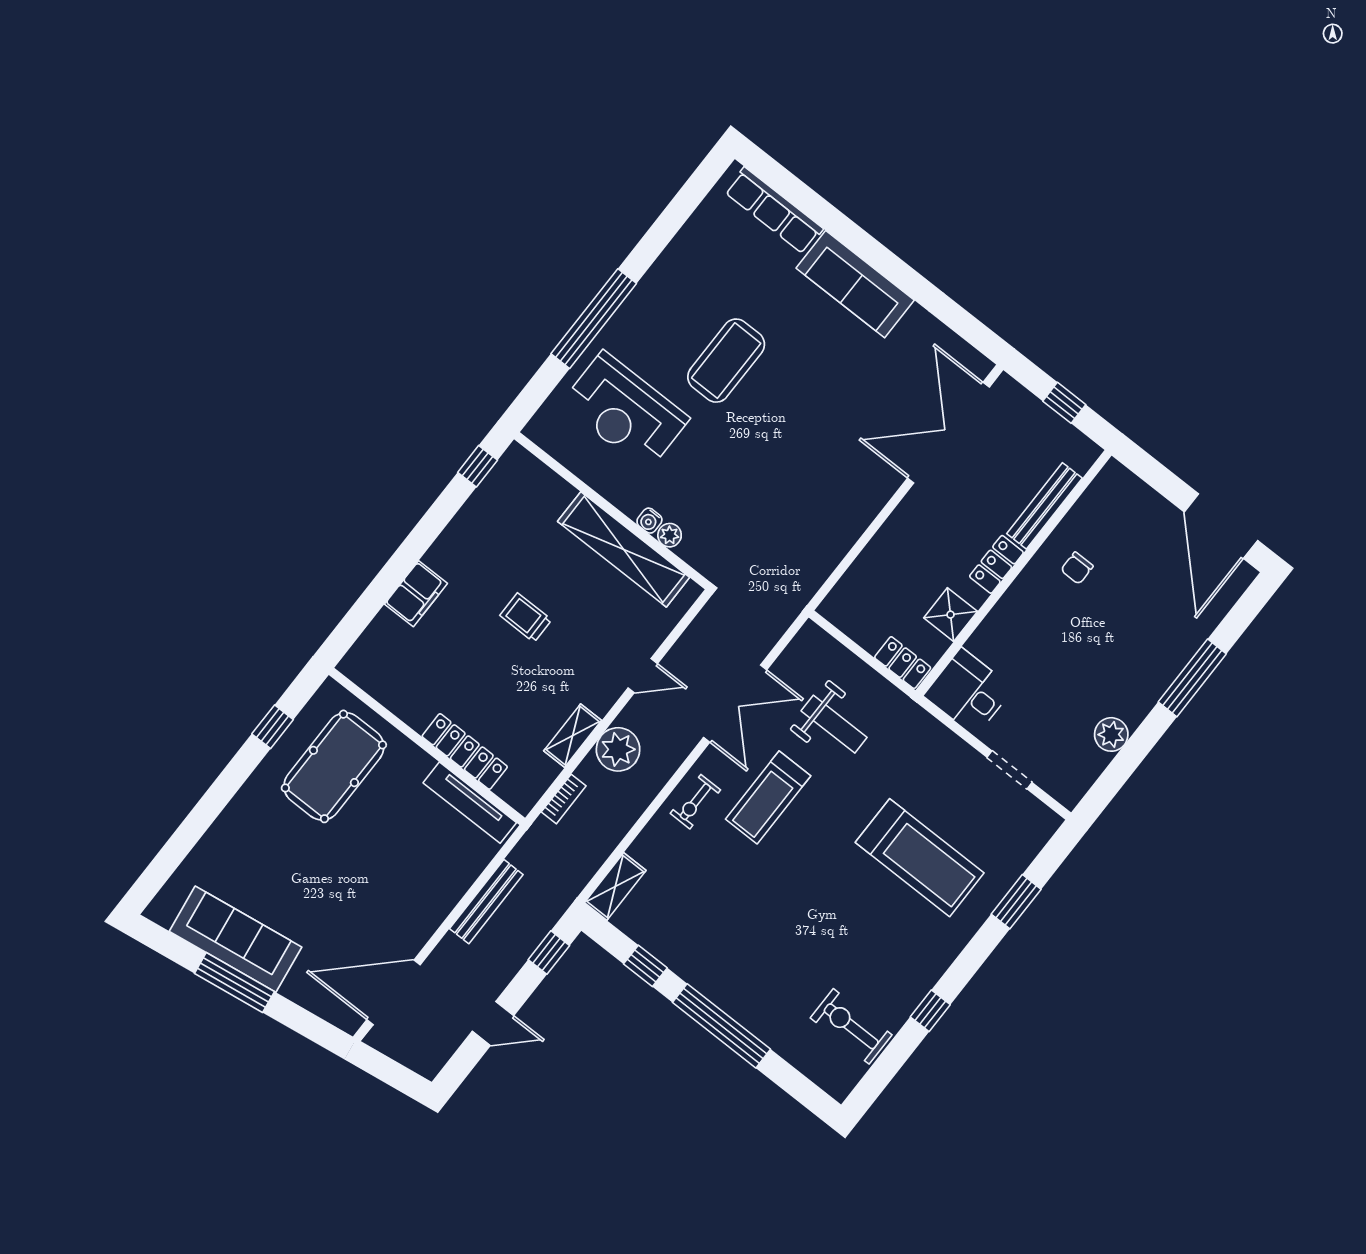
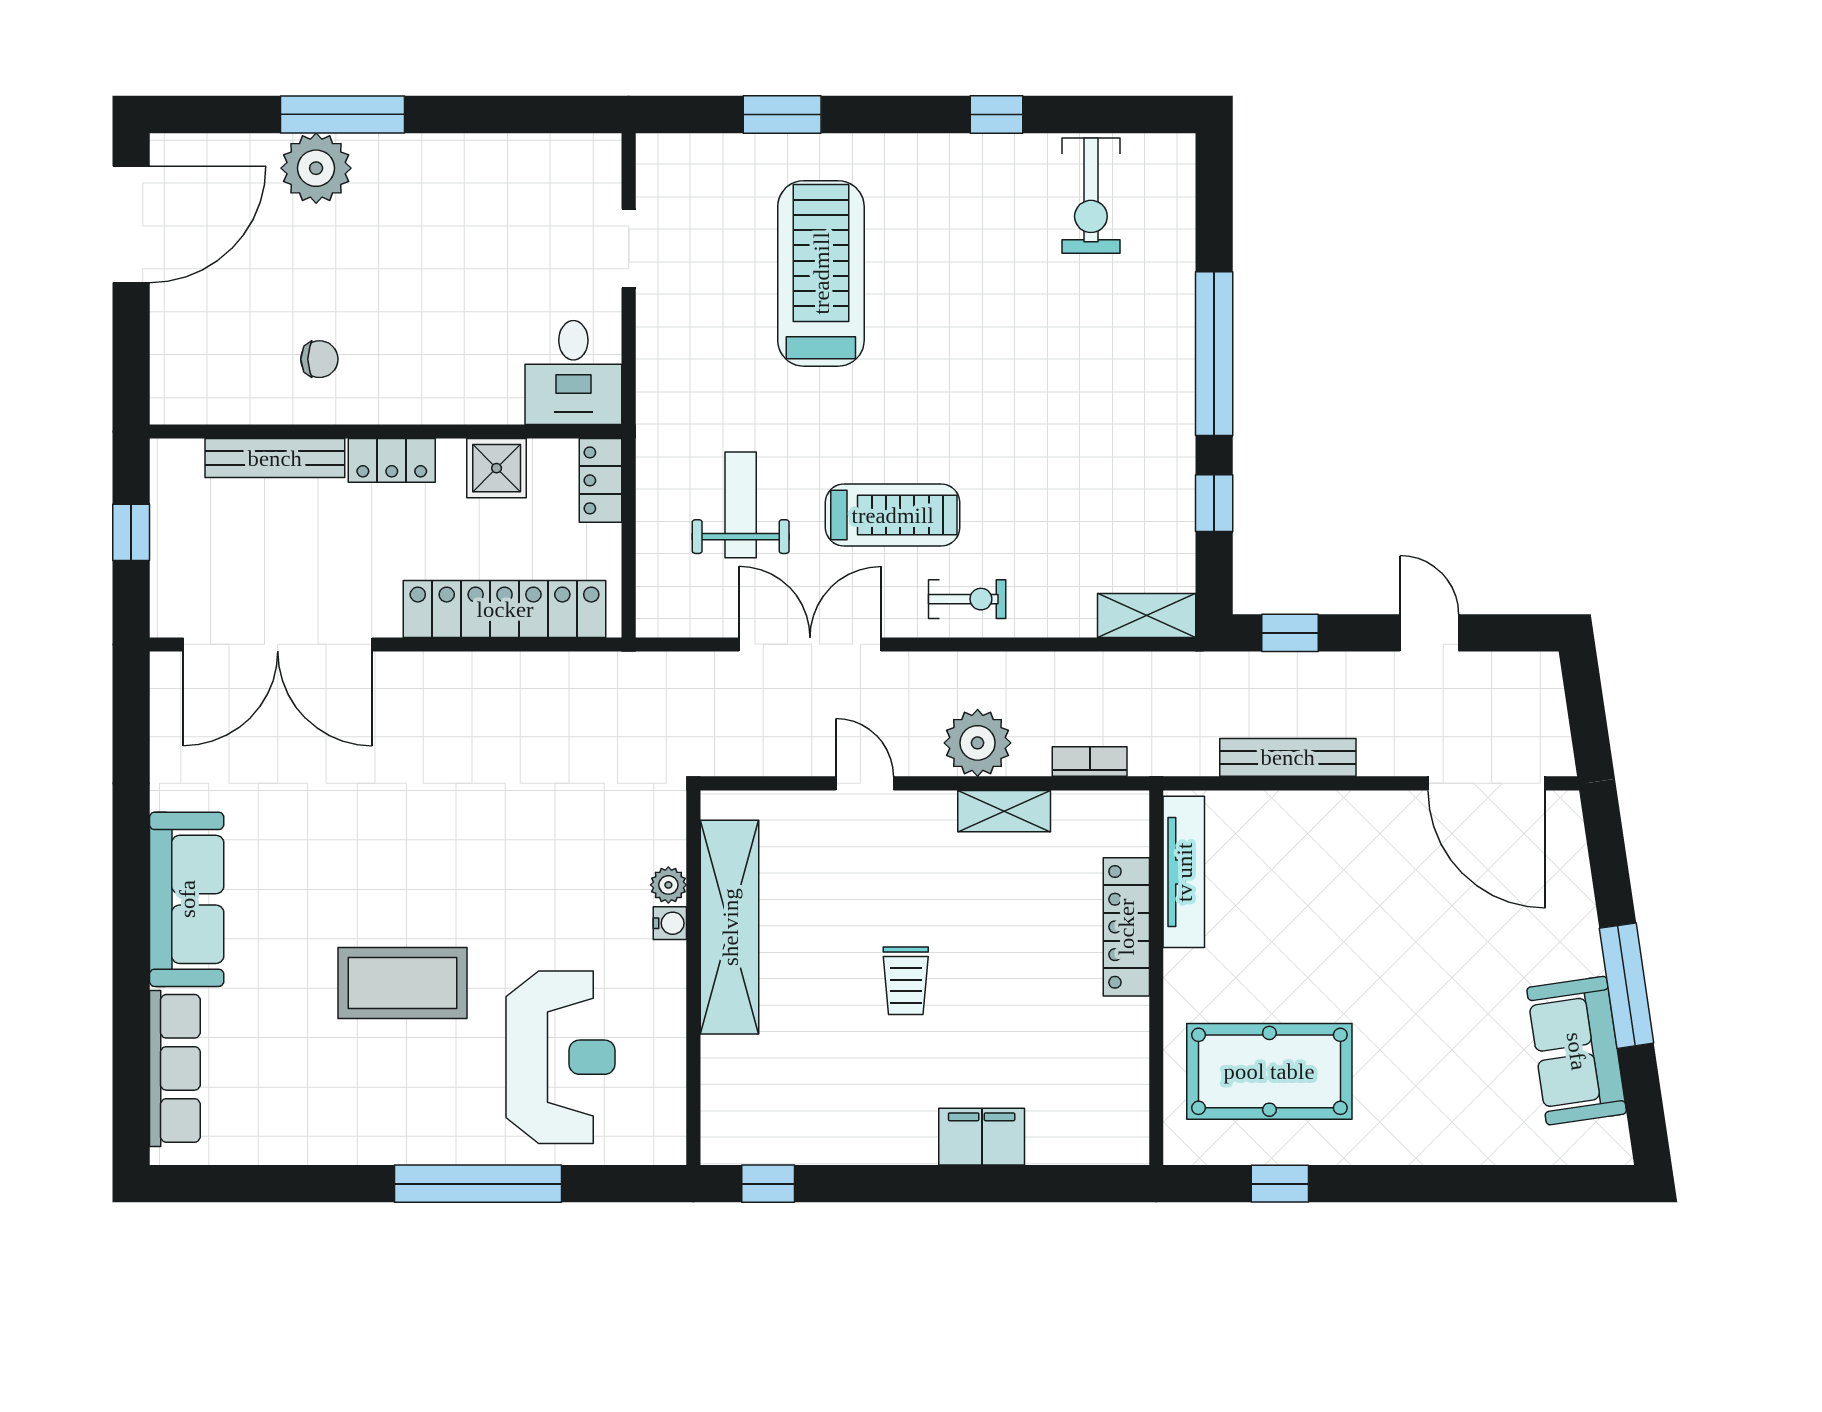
locker: (876, 562) -> (505, 609), added
plant: (1111, 734) -> (316, 168), moved, width x1.36, depth x1.36
sofa: (236, 939) -> (1577, 1051), width x0.73

